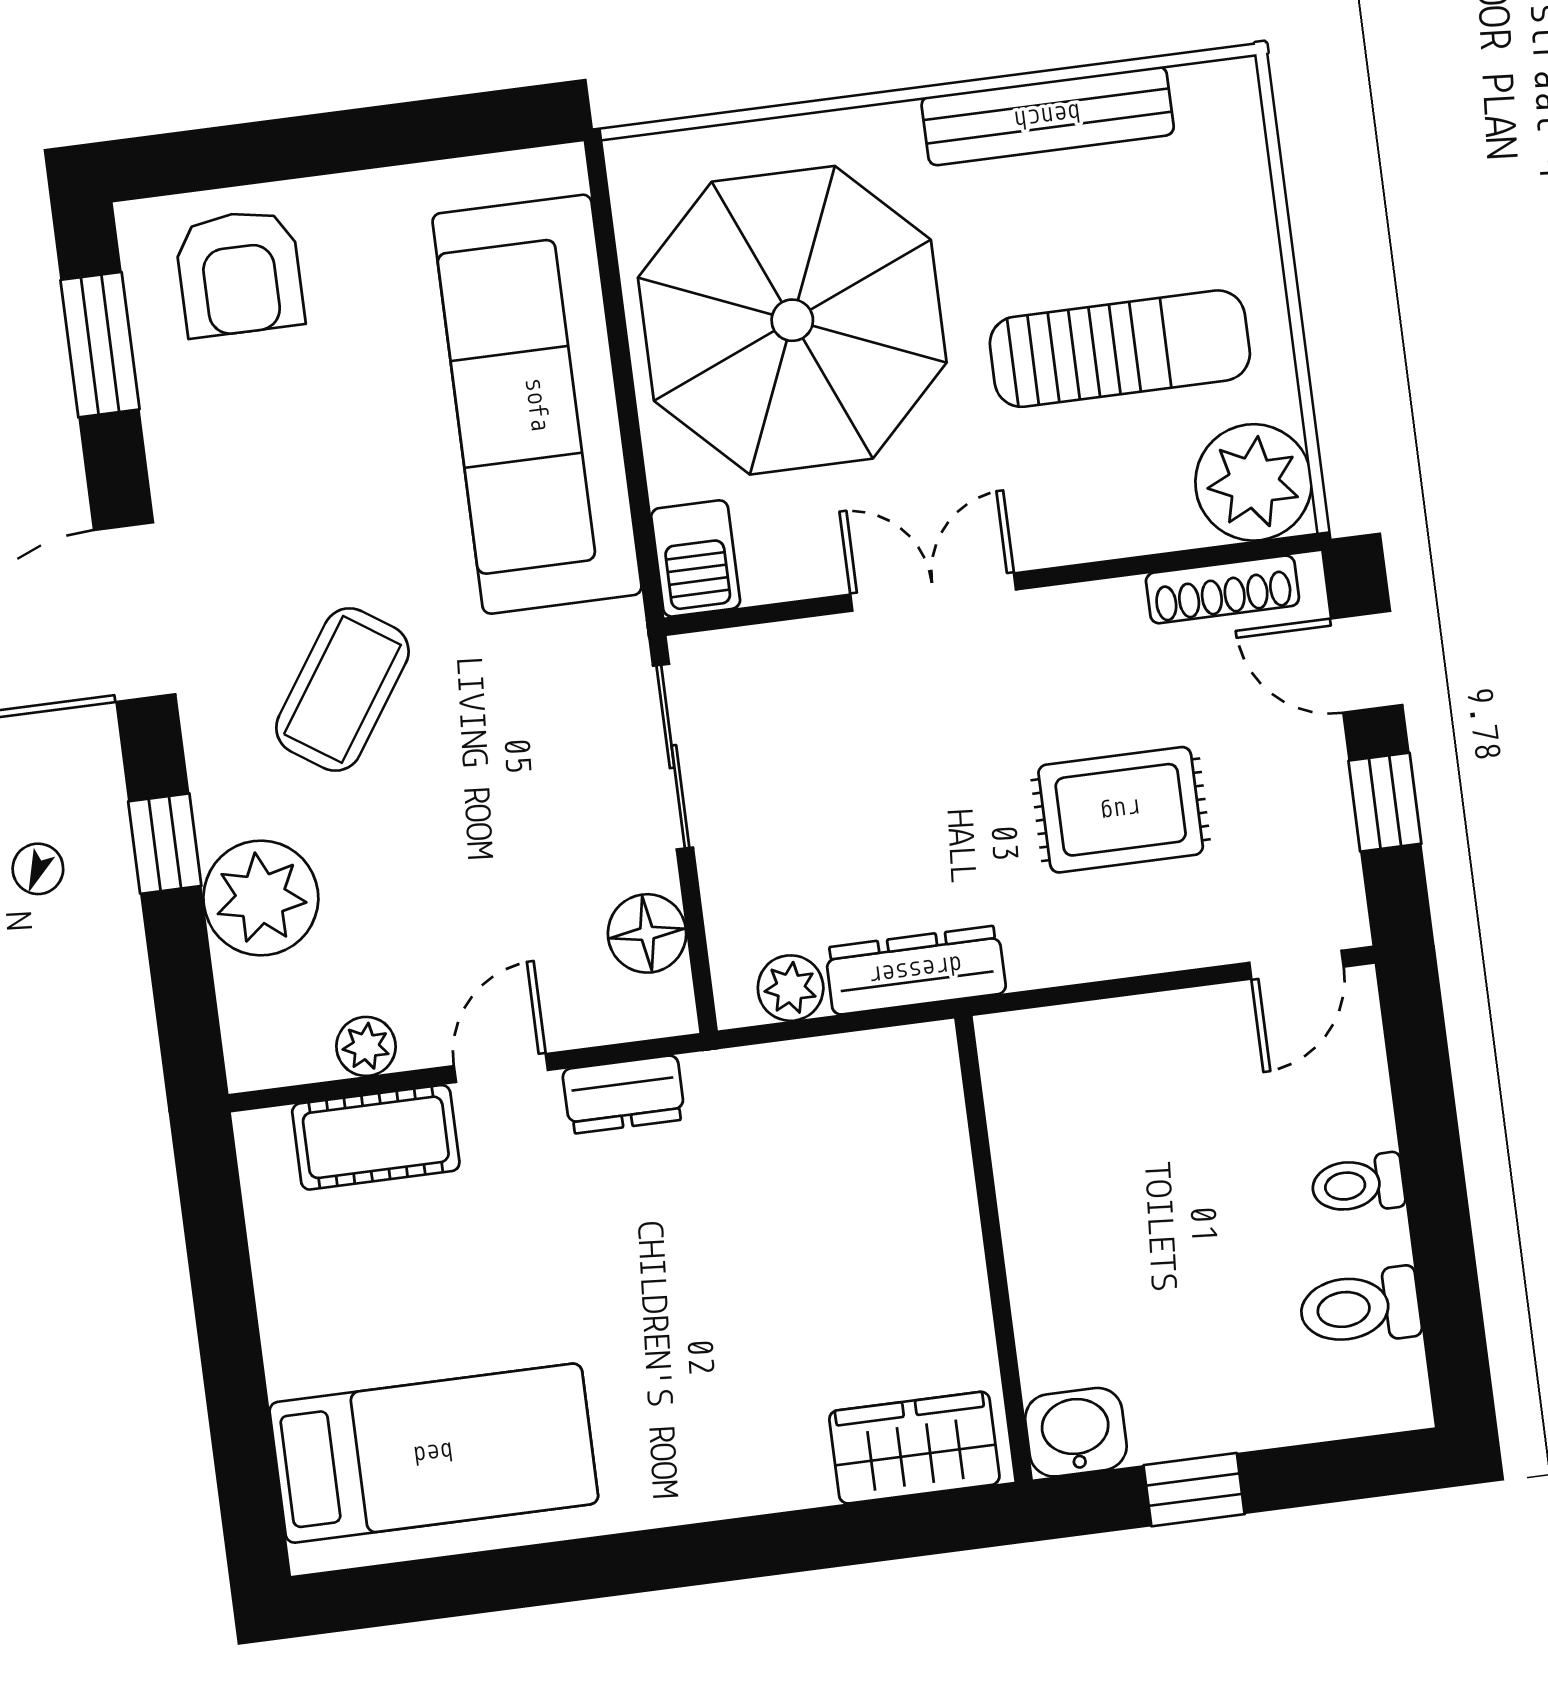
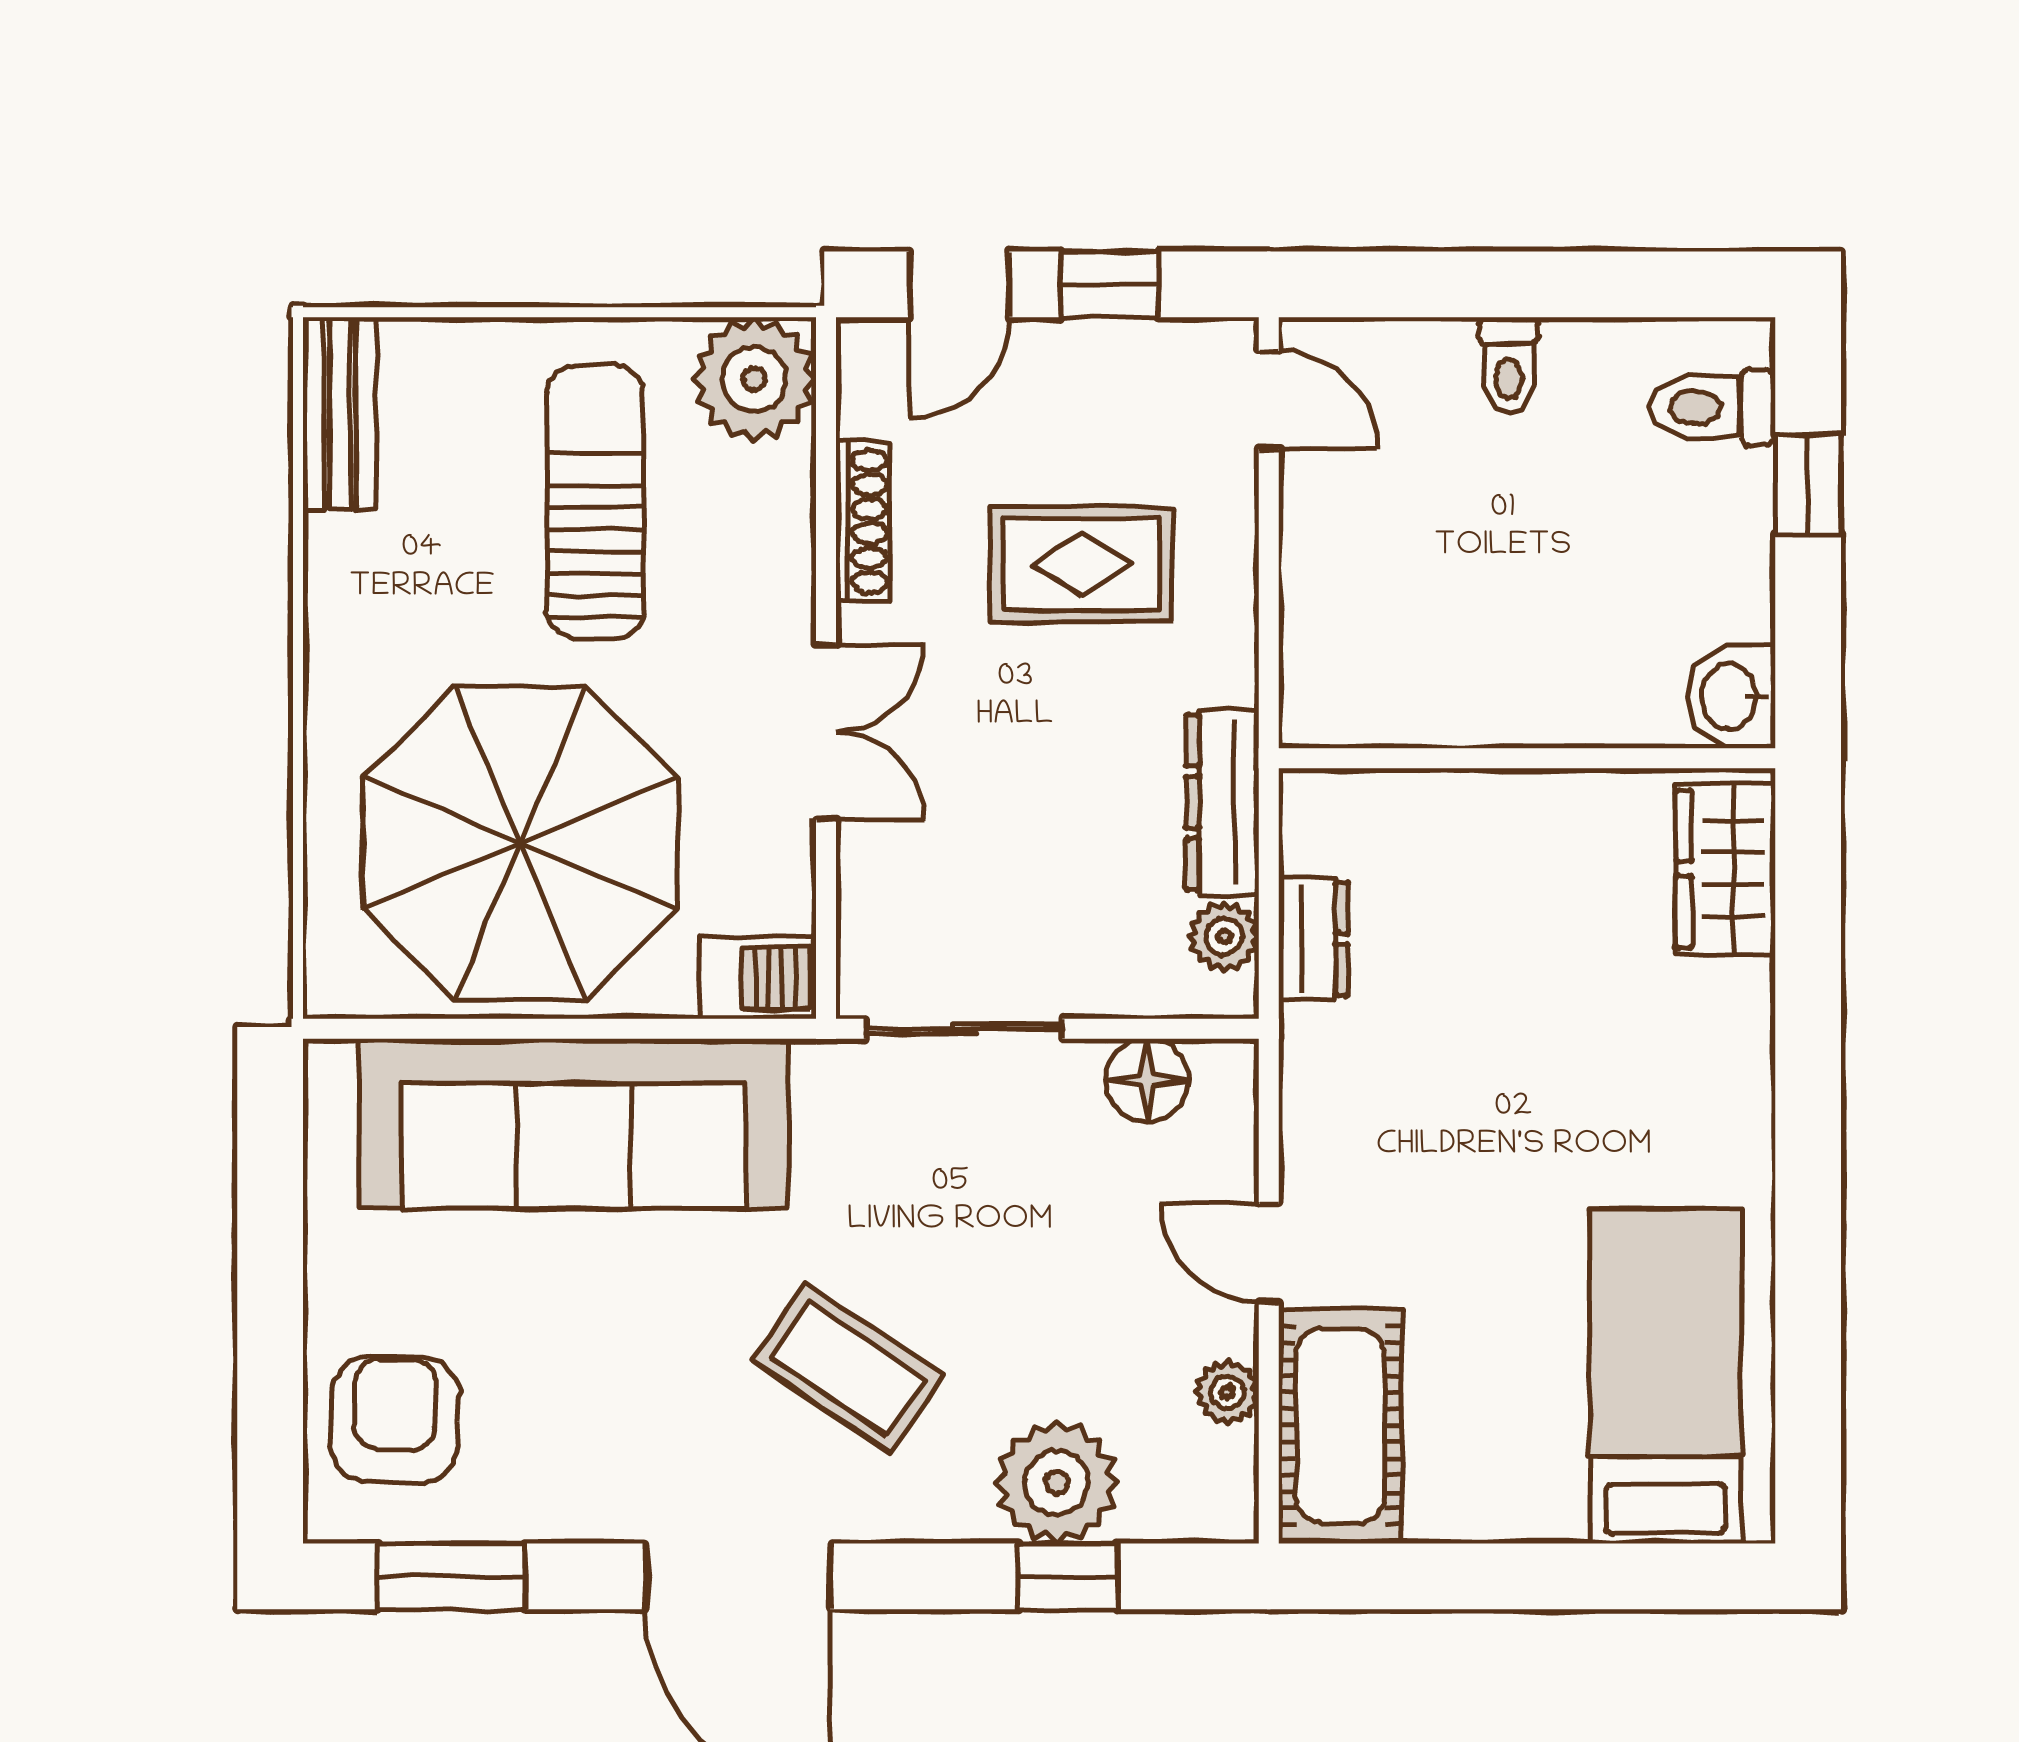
bench: (1048, 116) -> (340, 414), moved, width x0.73
armchair: (239, 273) -> (395, 1420), turned -88
shoe rack: (1222, 589) -> (863, 521), moved
double door: (933, 592) -> (826, 732), swing flipped
rug: (1121, 810) -> (1081, 564), turned 90
window: (165, 844) -> (1068, 1576), moved
dresser: (624, 1094) -> (1313, 939), moved
cot: (376, 1137) -> (1340, 1426), width x1.37, depth x1.34
toilet: (1360, 1307) -> (1713, 407), moved, turned 90
window: (1194, 1490) -> (1808, 484), moved

